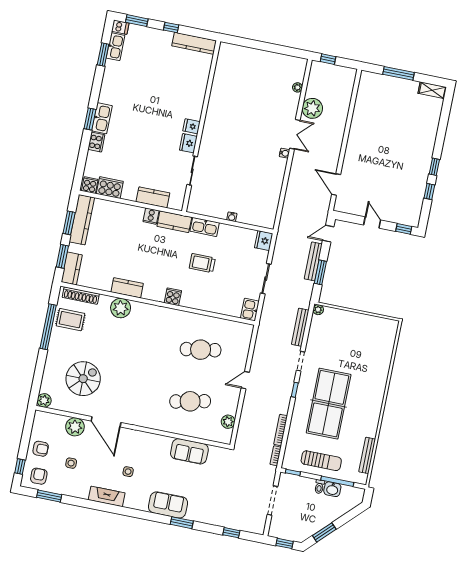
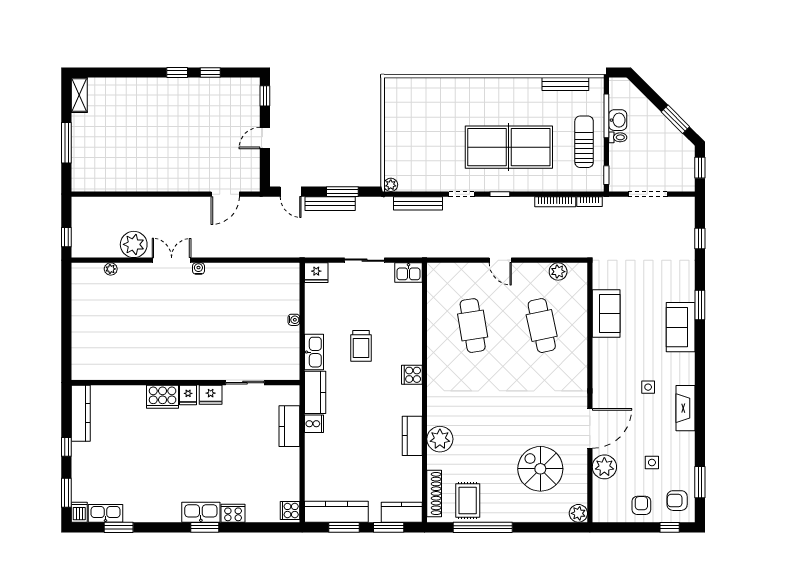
cooker: (110, 188) -> (163, 397), moved, turned -90

